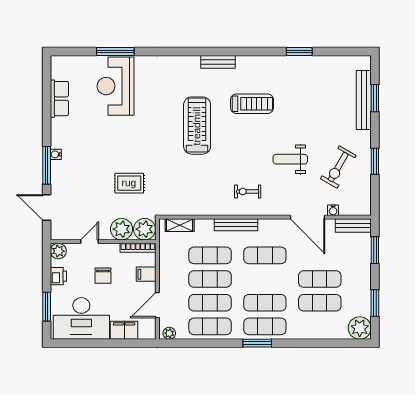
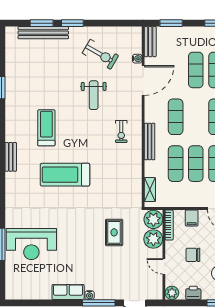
row of seats: (59, 99) -> (68, 292), moved
window: (375, 161) -> (72, 23), moved
chair: (103, 276) -> (193, 255), turned 180

